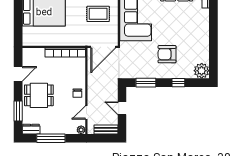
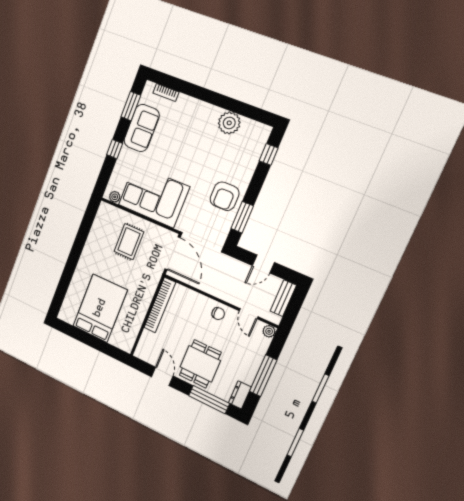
armchair: (167, 54) -> (225, 196), moved
plant: (202, 71) -> (229, 123), moved
window: (178, 83) -> (269, 154), moved
window: (18, 111) -> (209, 400), width x1.44

